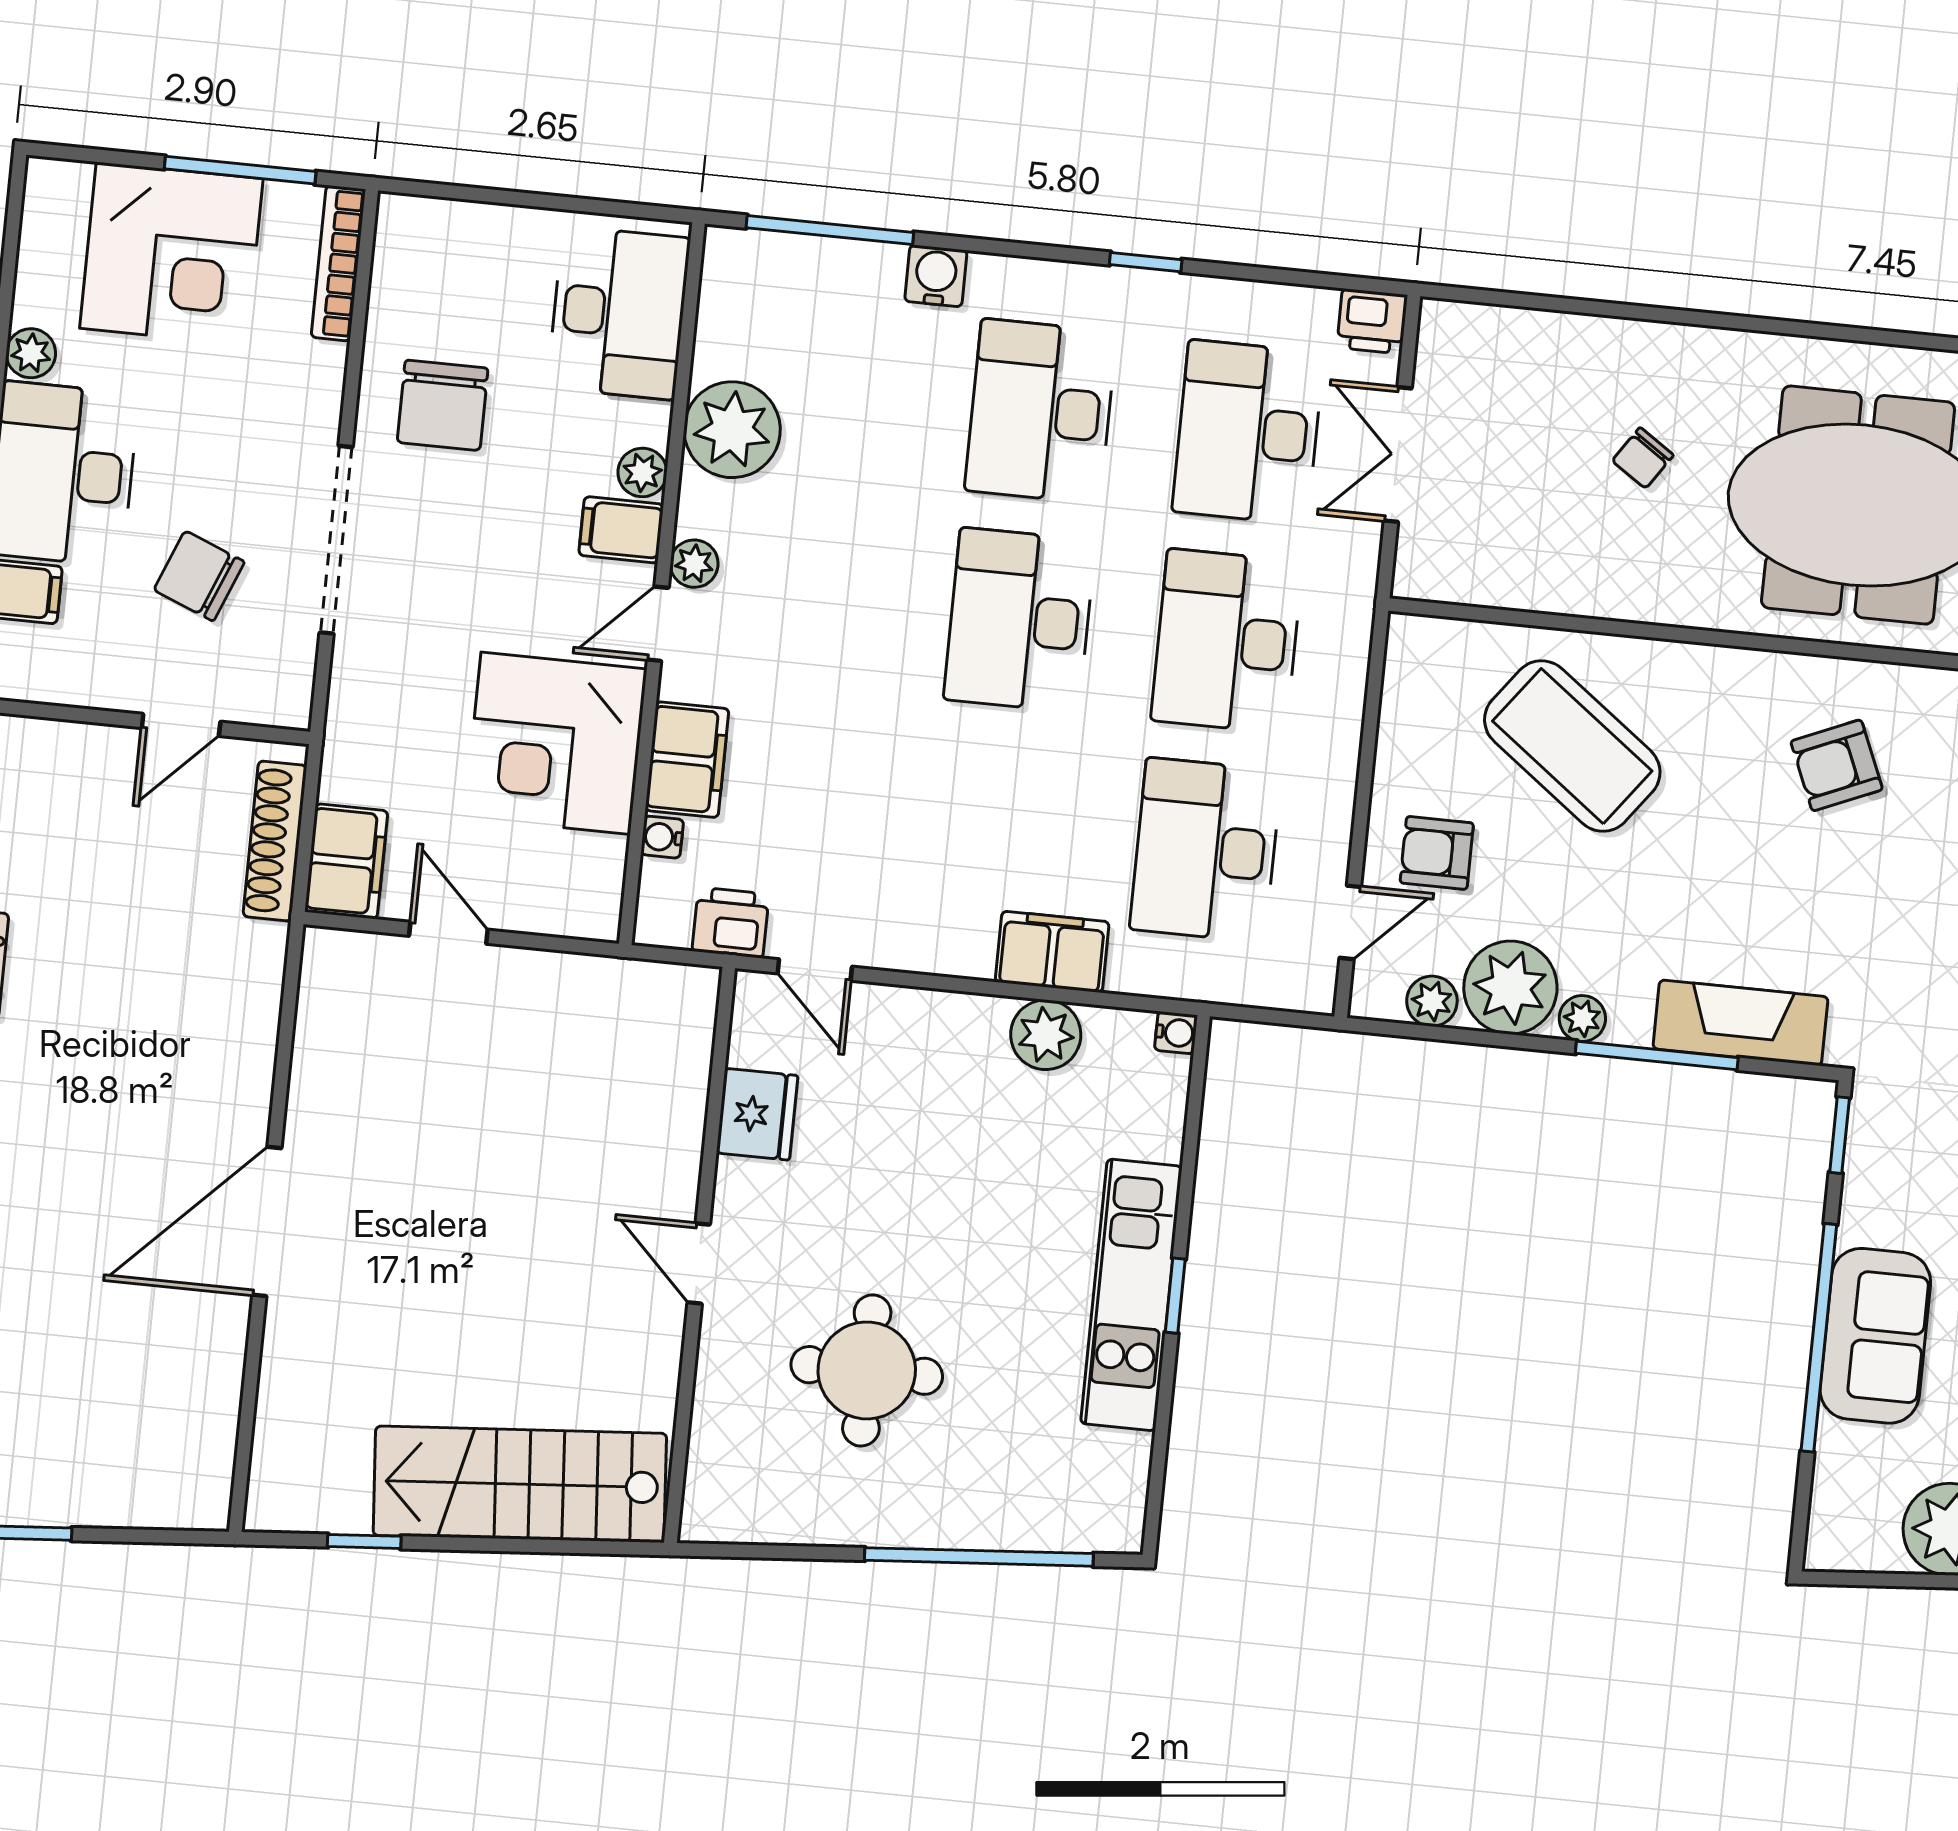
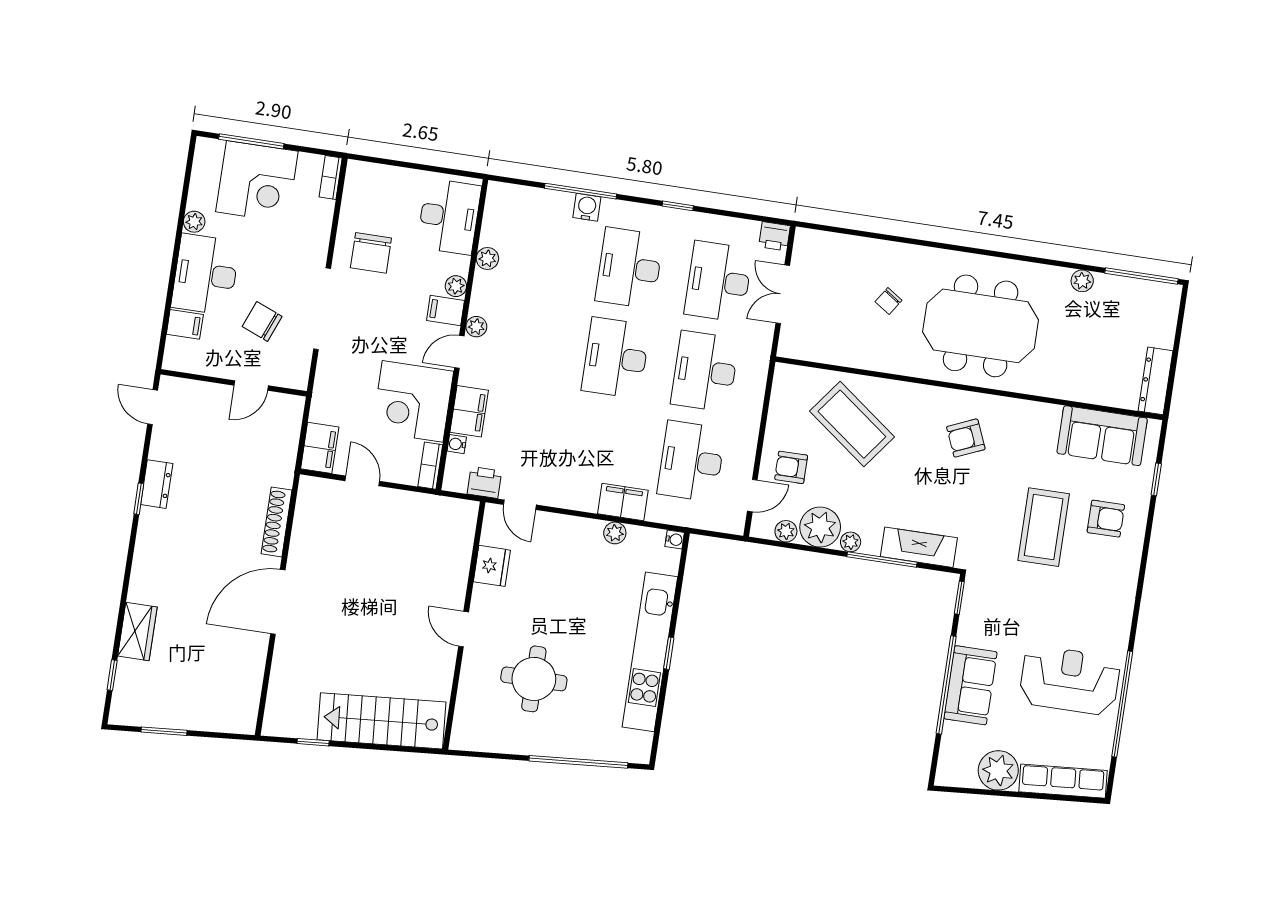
window: (240, 170) -> (251, 141), moved
window: (830, 230) -> (581, 191), moved
bookcase: (338, 263) -> (331, 177), width x0.64
plant: (732, 430) -> (487, 258), width x0.53, depth x0.53
shoe rack: (275, 841) -> (277, 522), moved
bookcase: (604, 890) -> (430, 466), added
plant: (1046, 1035) -> (615, 533), width x0.73, depth x0.73
kitchen unit: (1131, 1295) -> (650, 652), width x1.36

